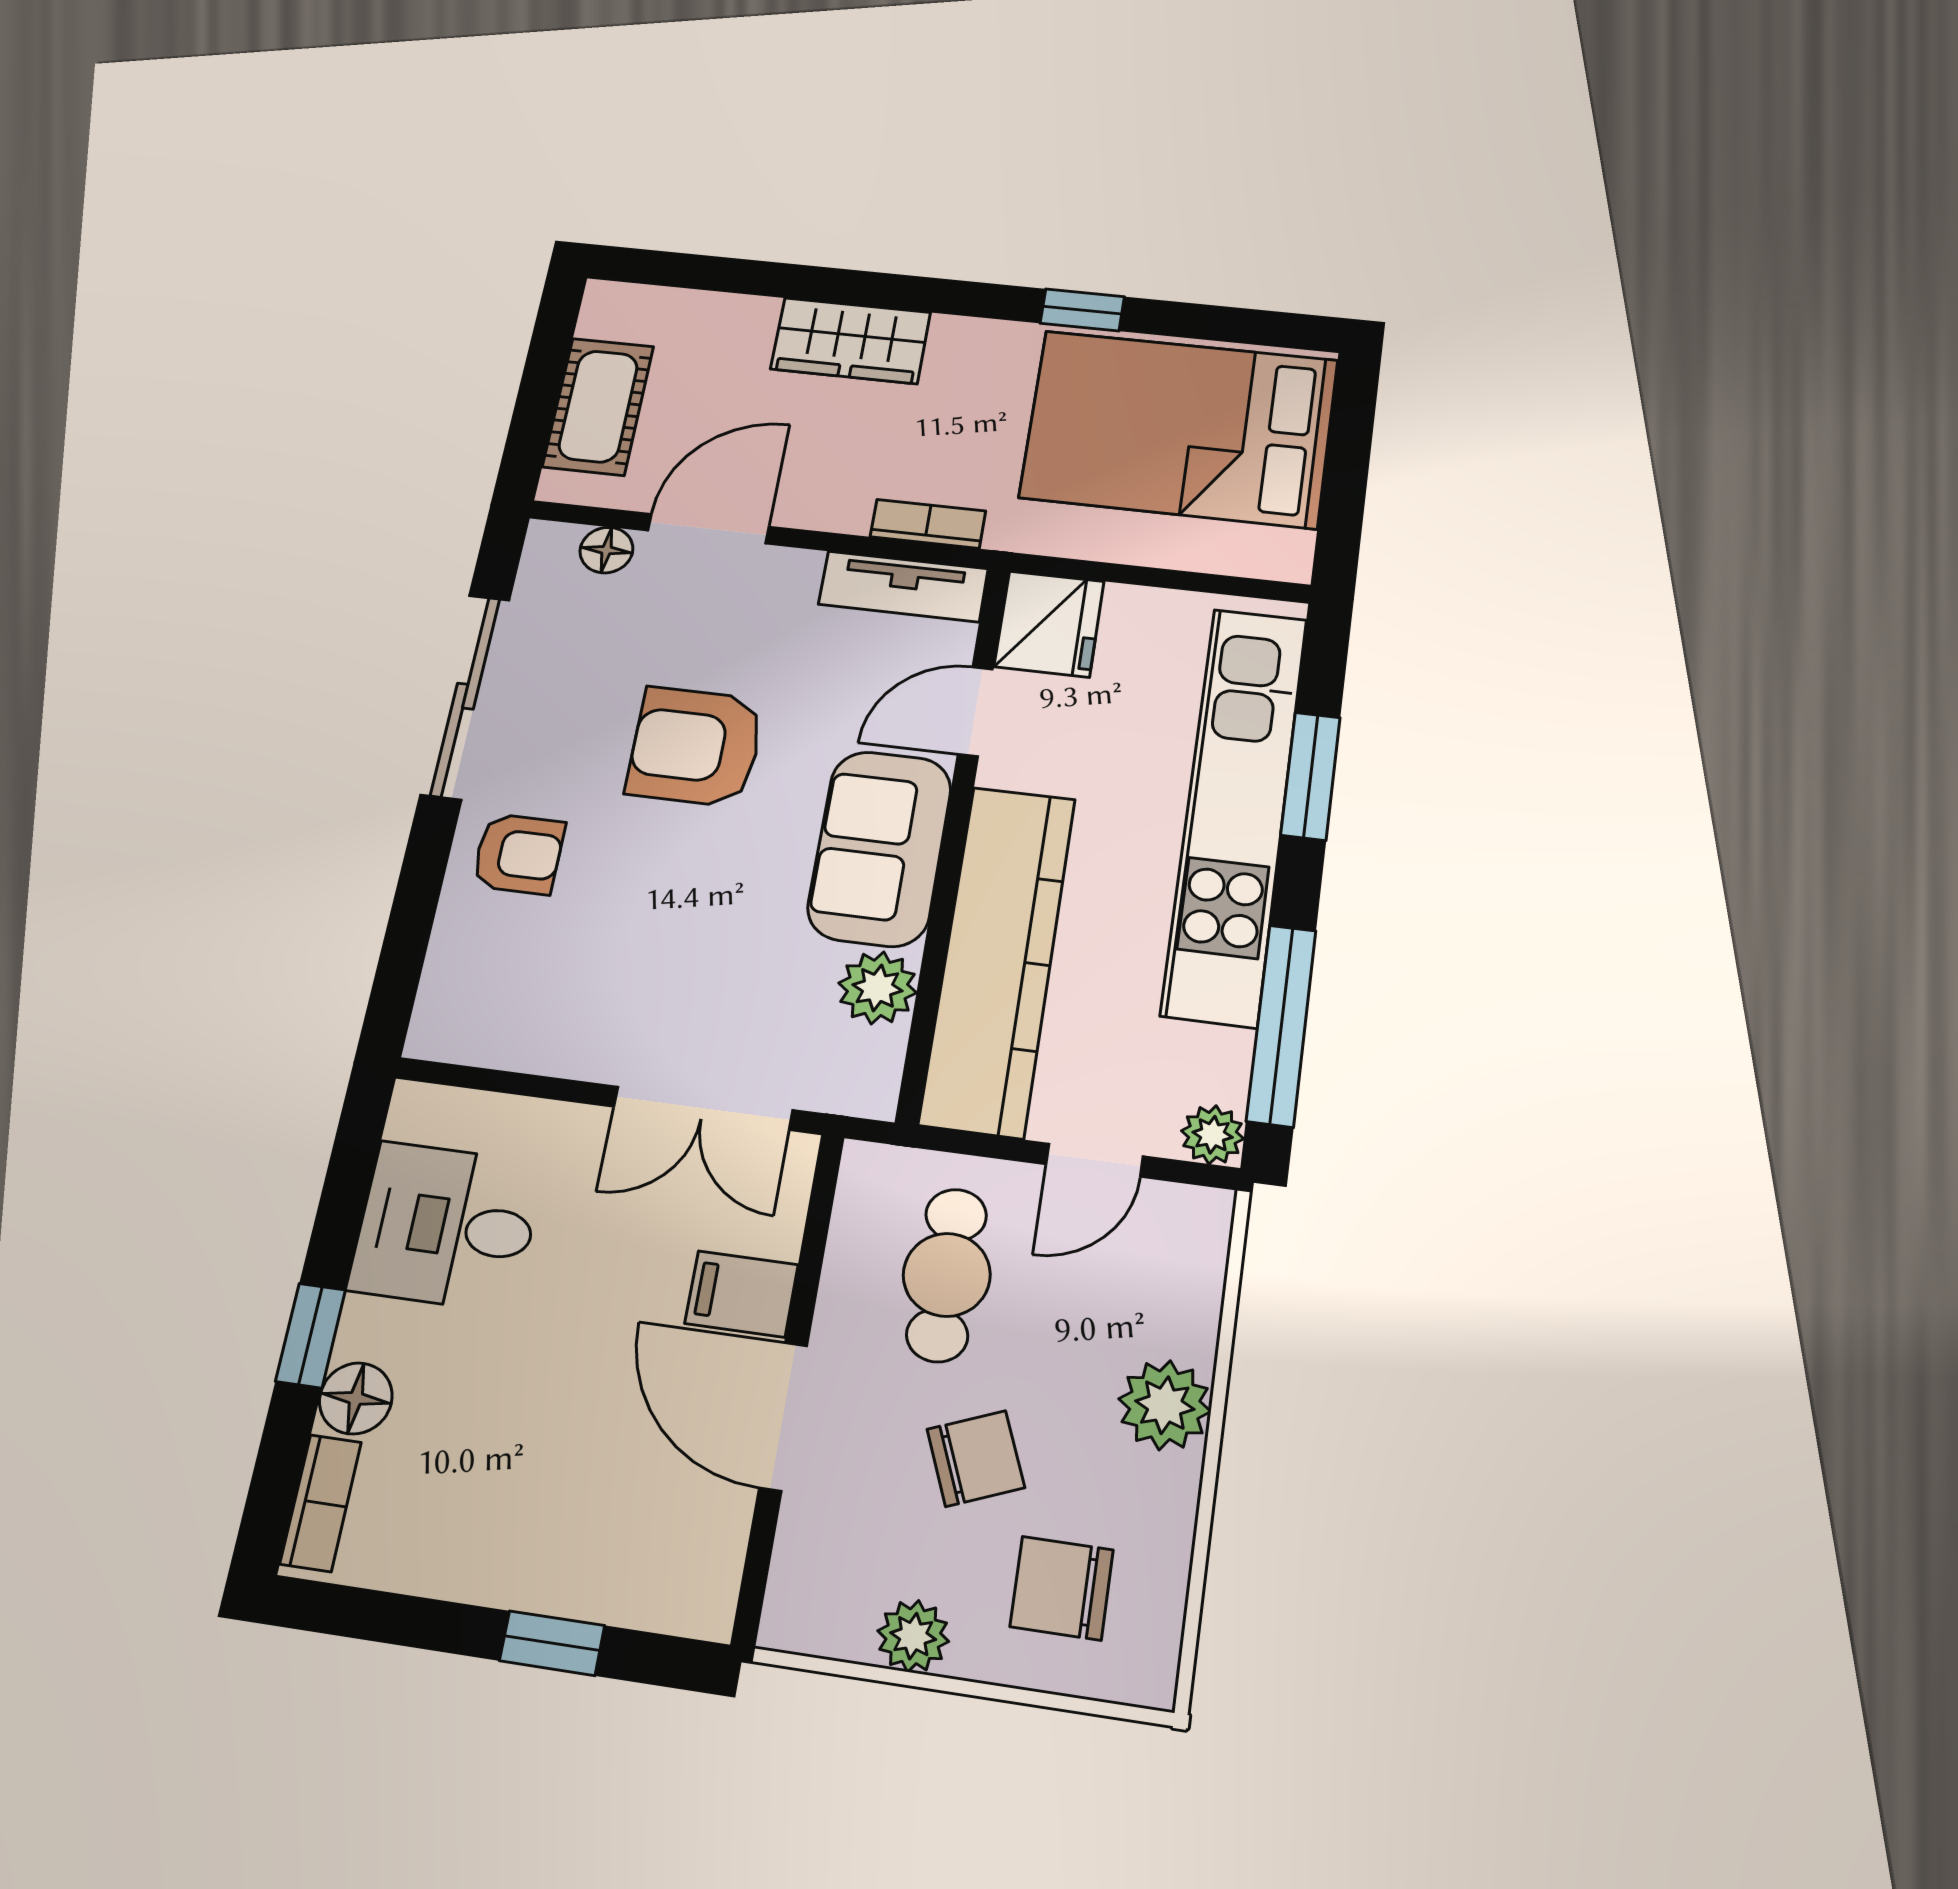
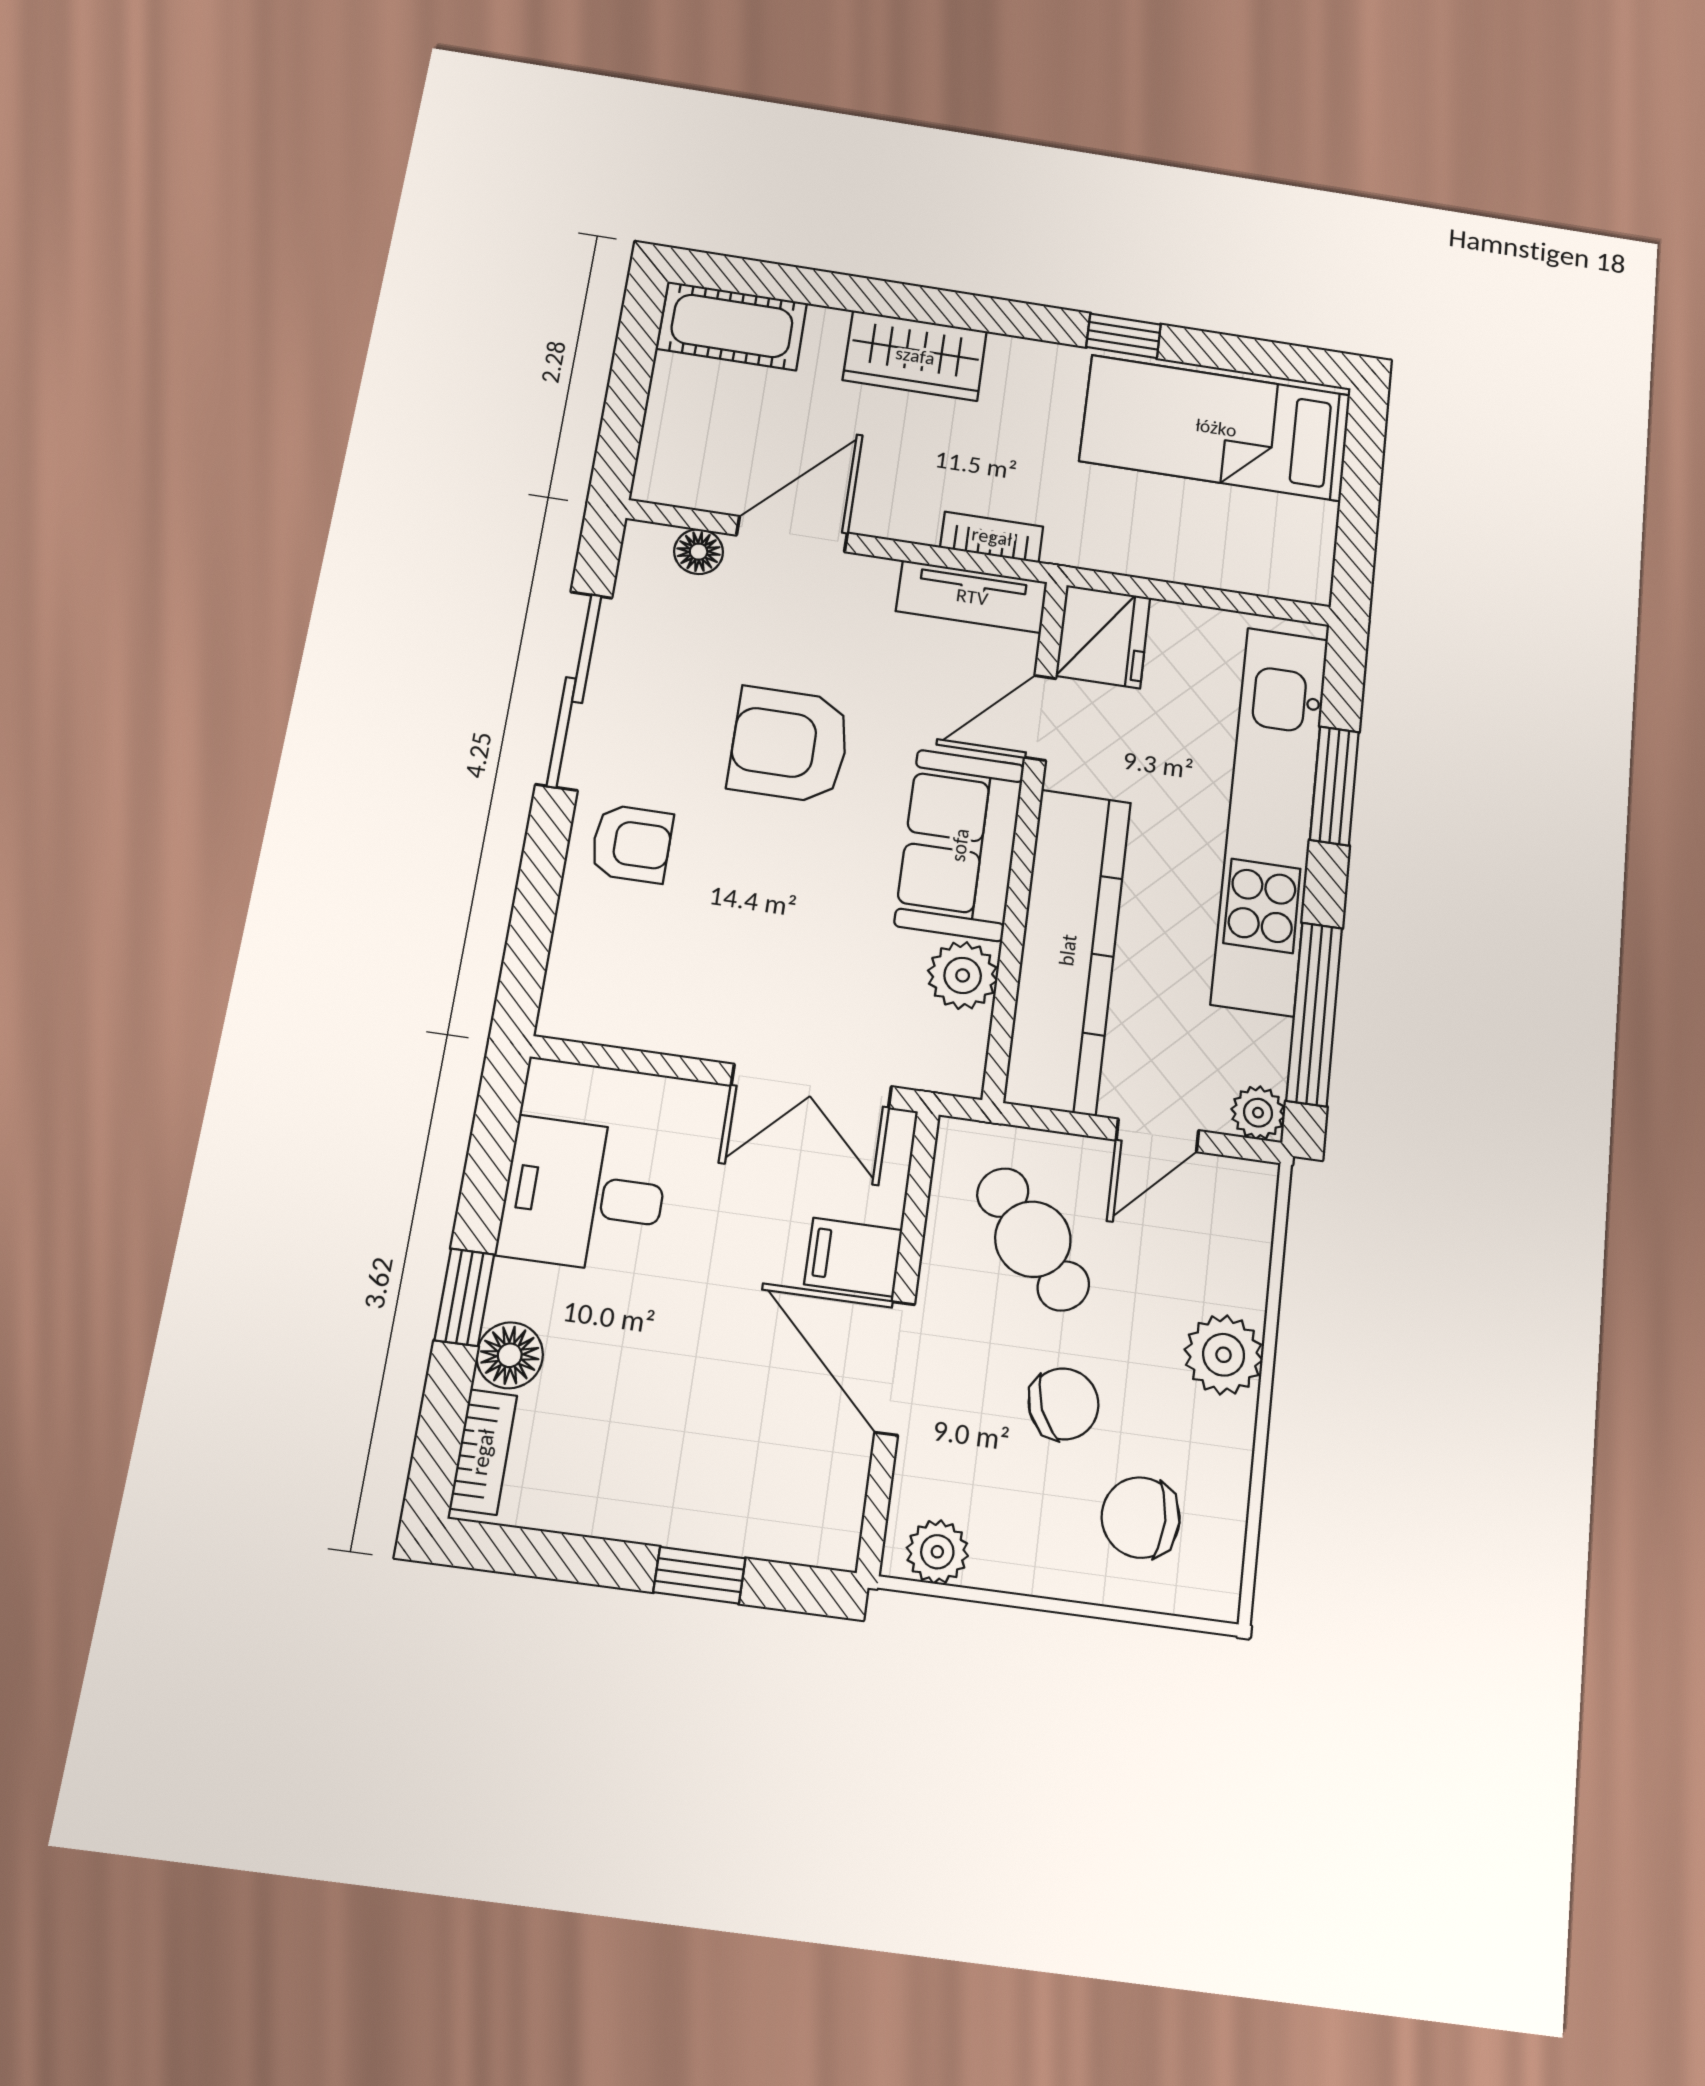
cot: (598, 406) -> (732, 326), moved, turned 90
bed: (1179, 429) -> (1216, 428), width x0.67
cafe table: (947, 1275) -> (1033, 1239), turned -40
plant: (913, 1636) -> (937, 1552), moved

